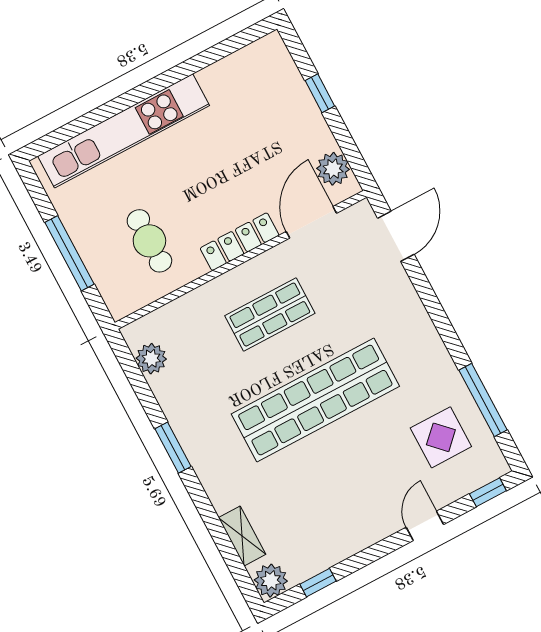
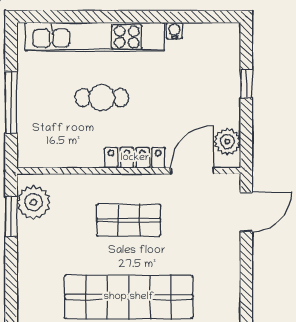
water cooler: (209, 77) -> (174, 31), added
cafe table: (149, 241) -> (102, 98), moved, turned 90
plant: (151, 359) -> (34, 202), width x1.36, depth x1.36
window: (173, 448) -> (11, 216), moved

